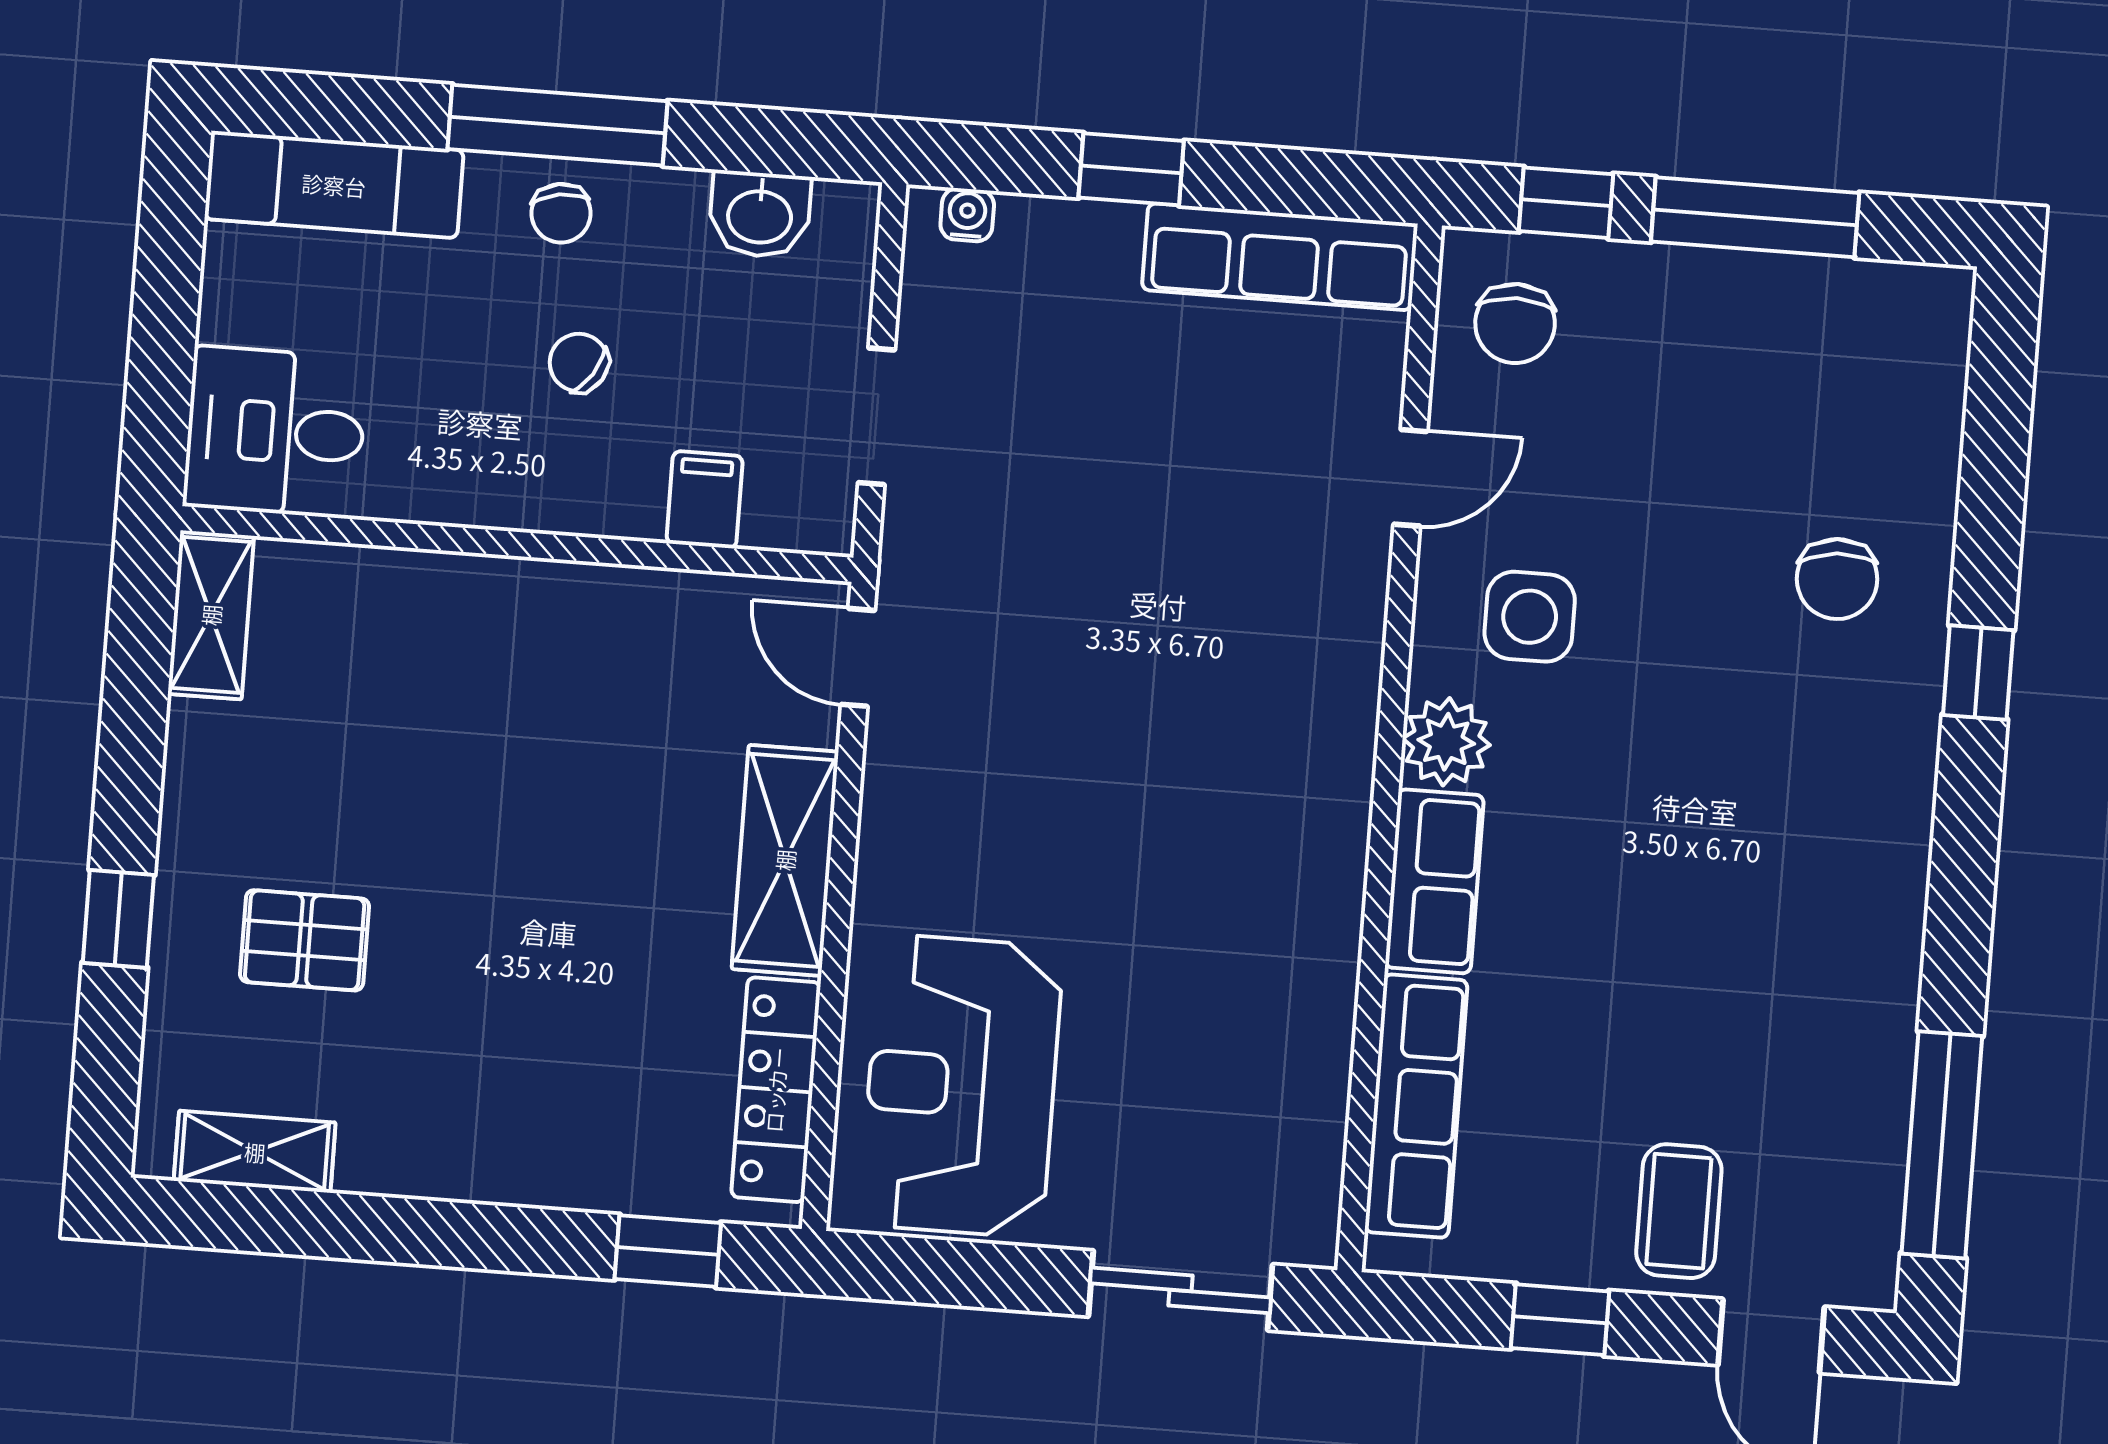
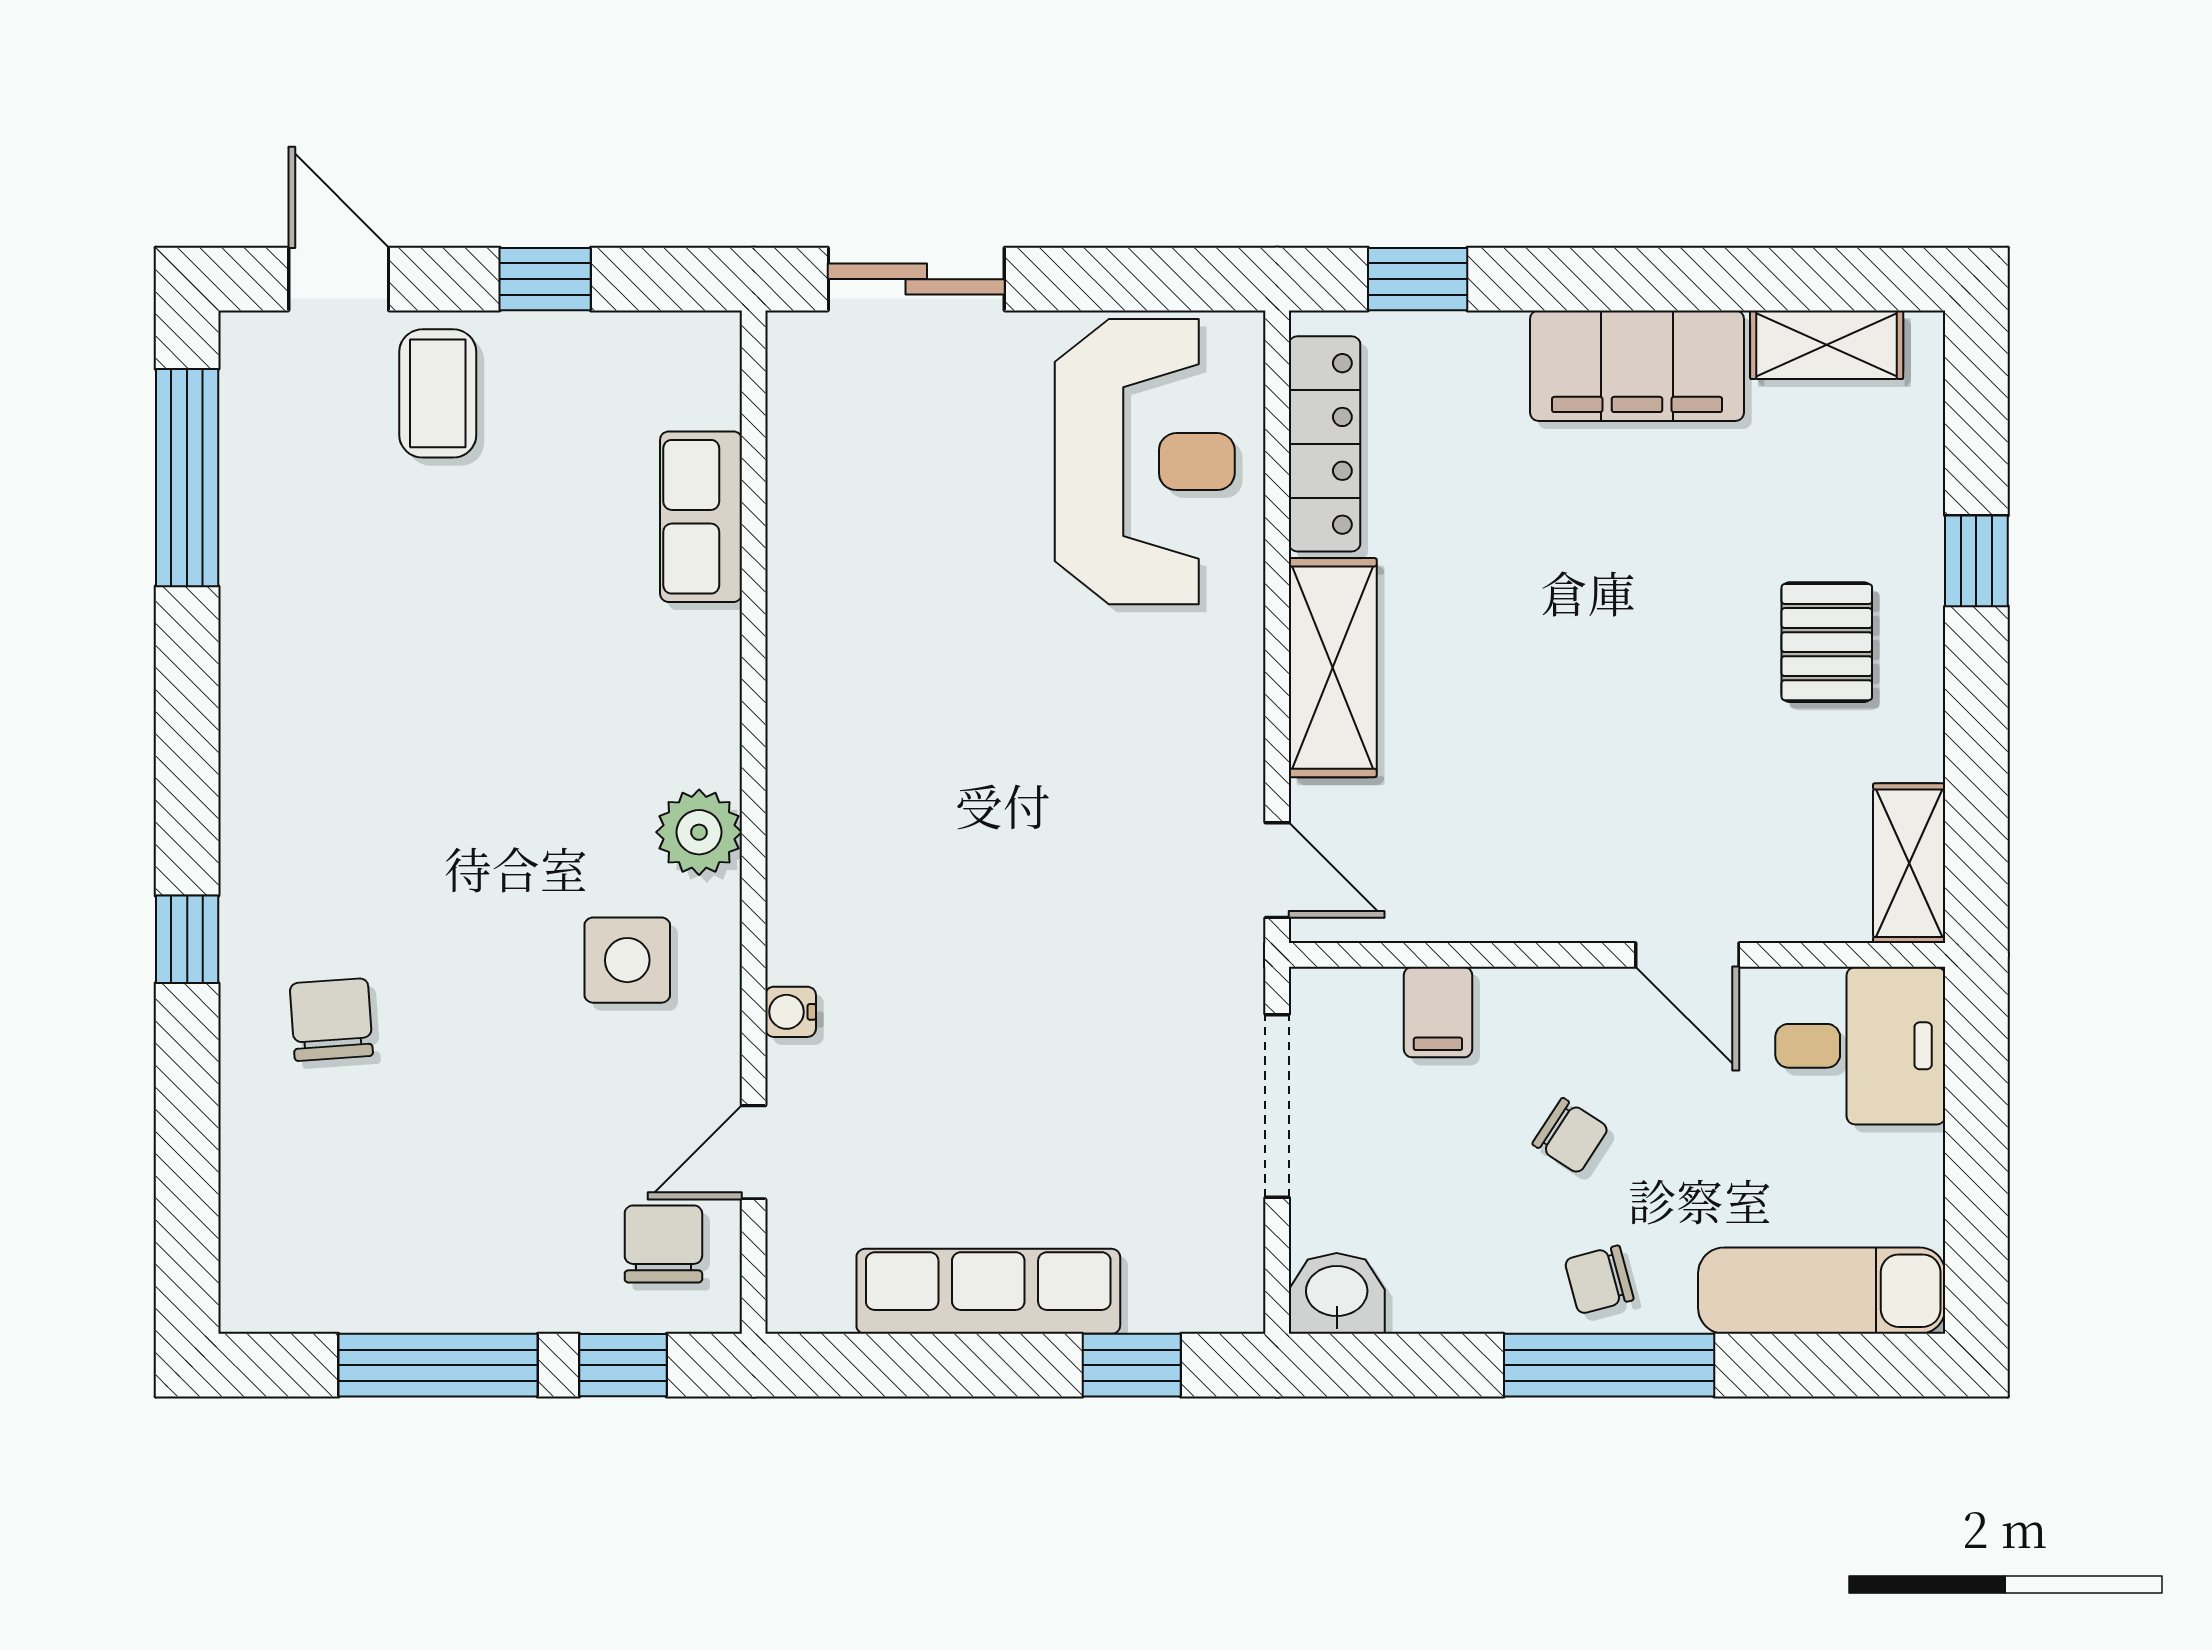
window: (1131, 169) -> (1132, 1365), moved
chair: (561, 213) -> (1599, 1280), turned -96
washbasin: (760, 214) -> (1337, 1293), moved
water cooler: (967, 215) -> (791, 1012), moved, turned 90
row of seats: (1280, 257) -> (988, 1291), moved
doorway: (876, 416) -> (1277, 1106), width x1.38
door: (1410, 478) -> (754, 1152), moved
door: (445, 538) -> (1687, 955), added
row of seats: (1434, 881) -> (700, 696), removed
pallet: (305, 940) -> (1827, 642), moved, turned 90
row of seats: (1416, 1106) -> (701, 517), width x0.68
filing cabinet: (450, 1145) -> (1637, 366), added

